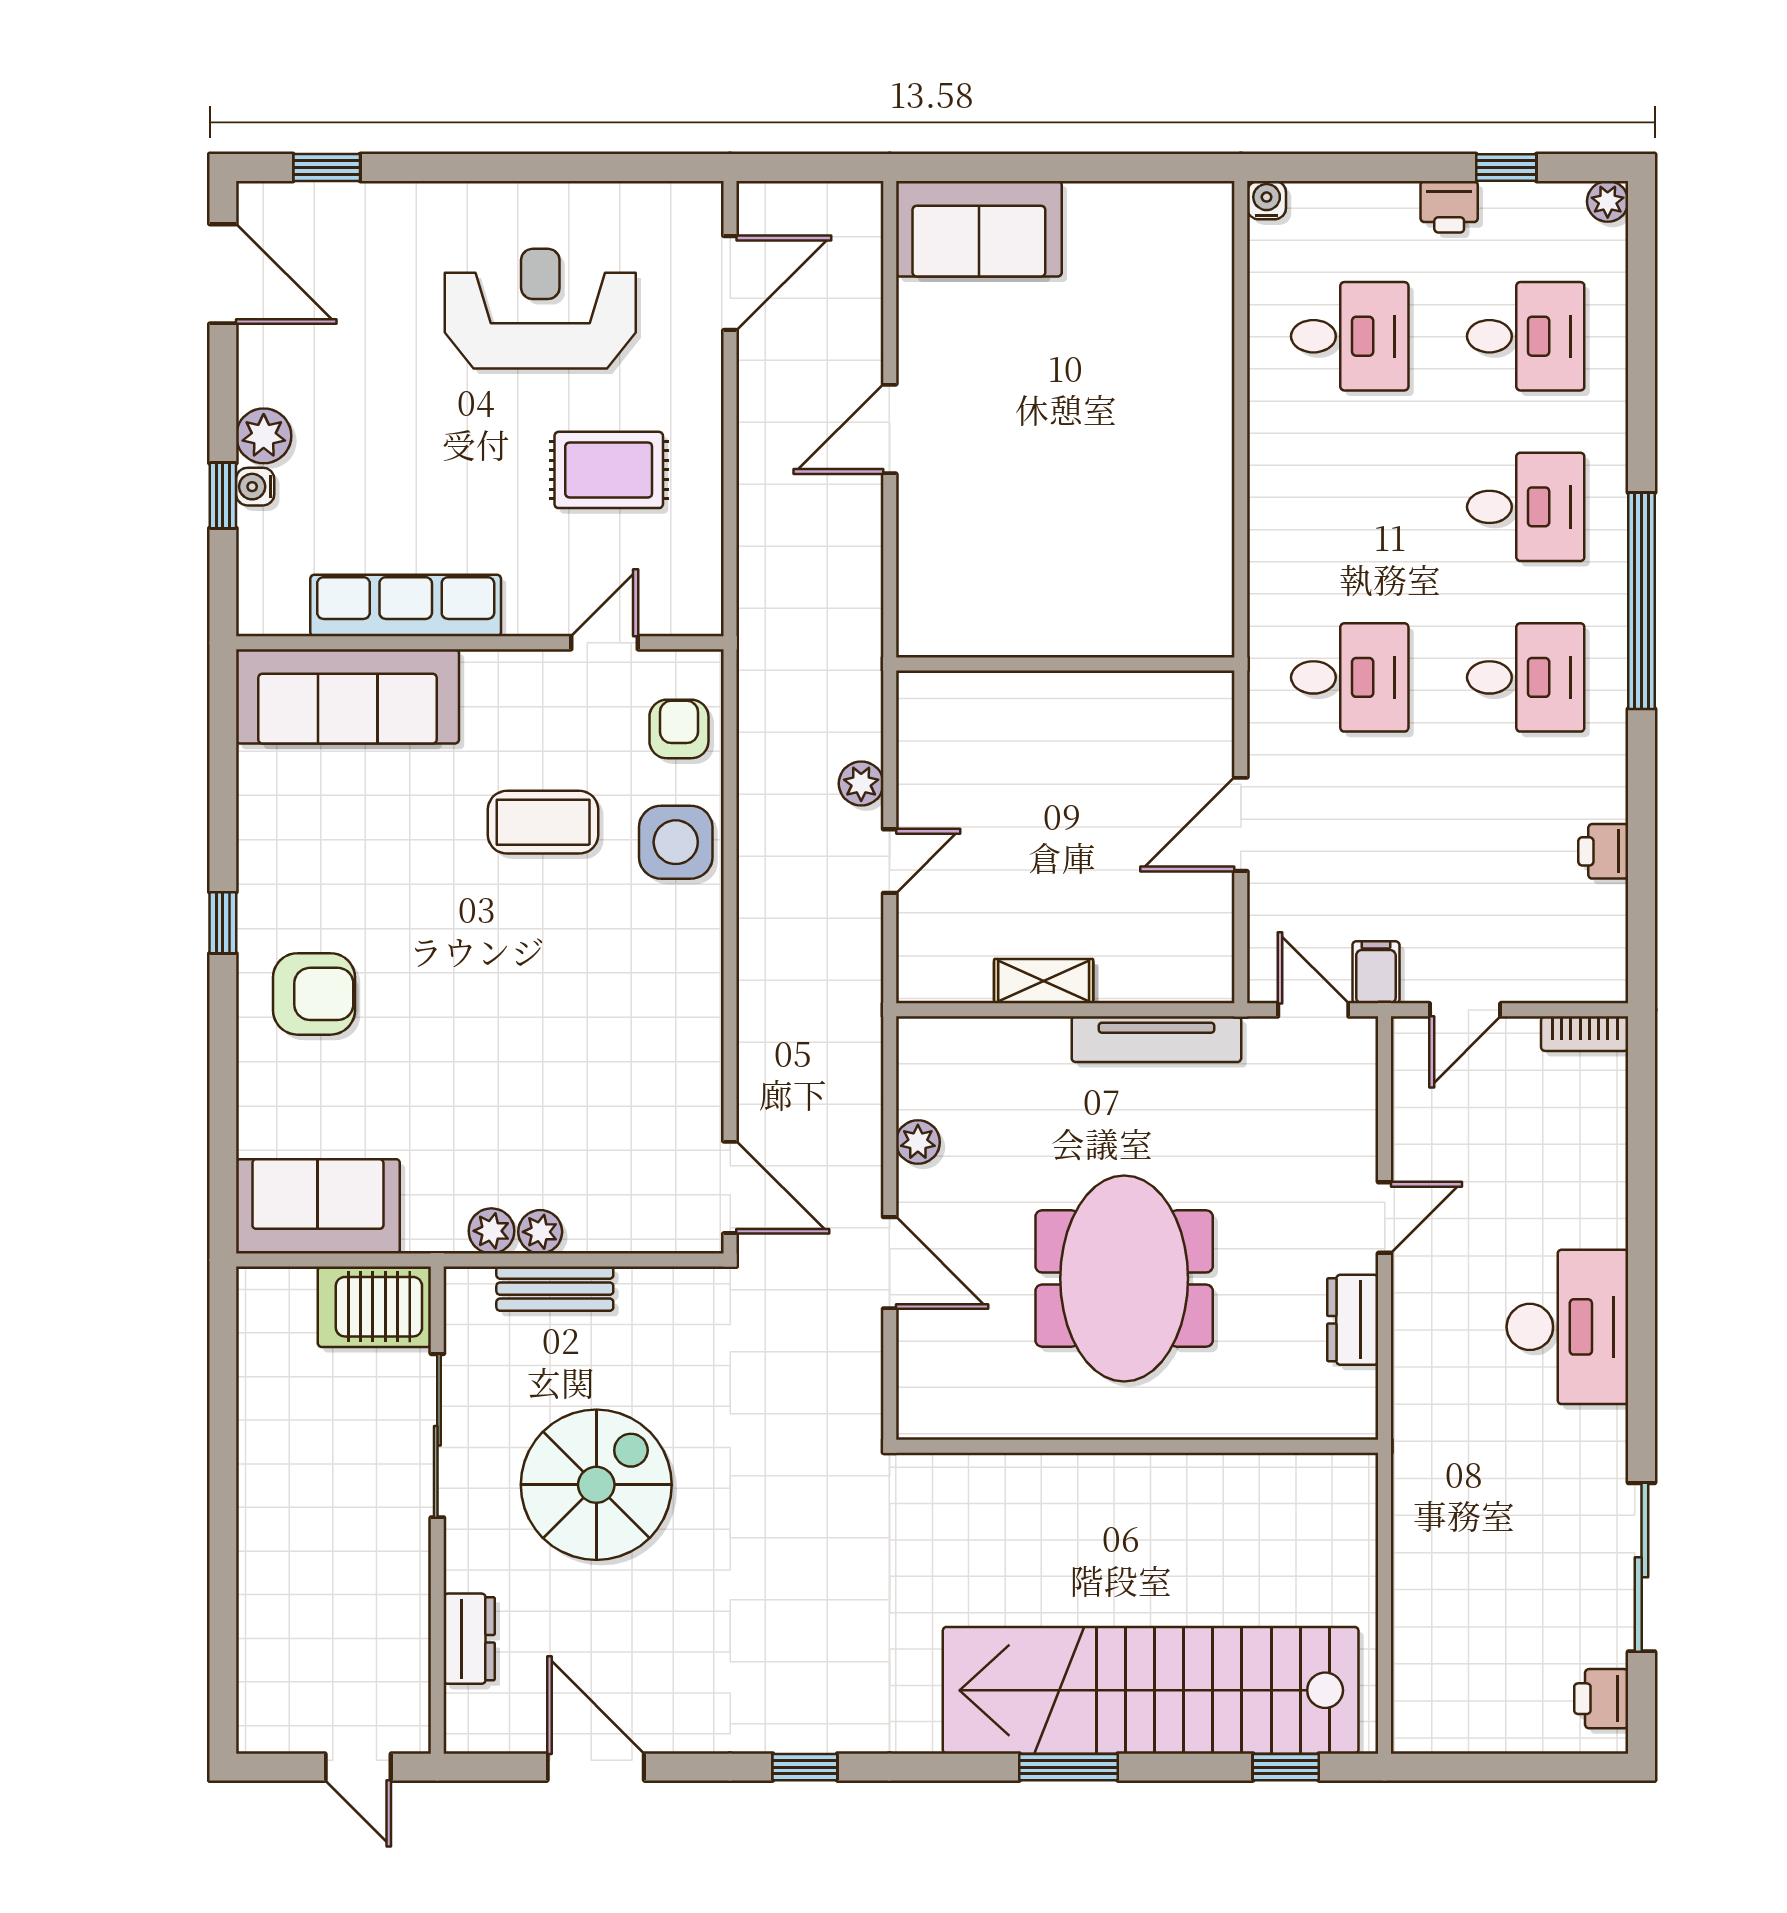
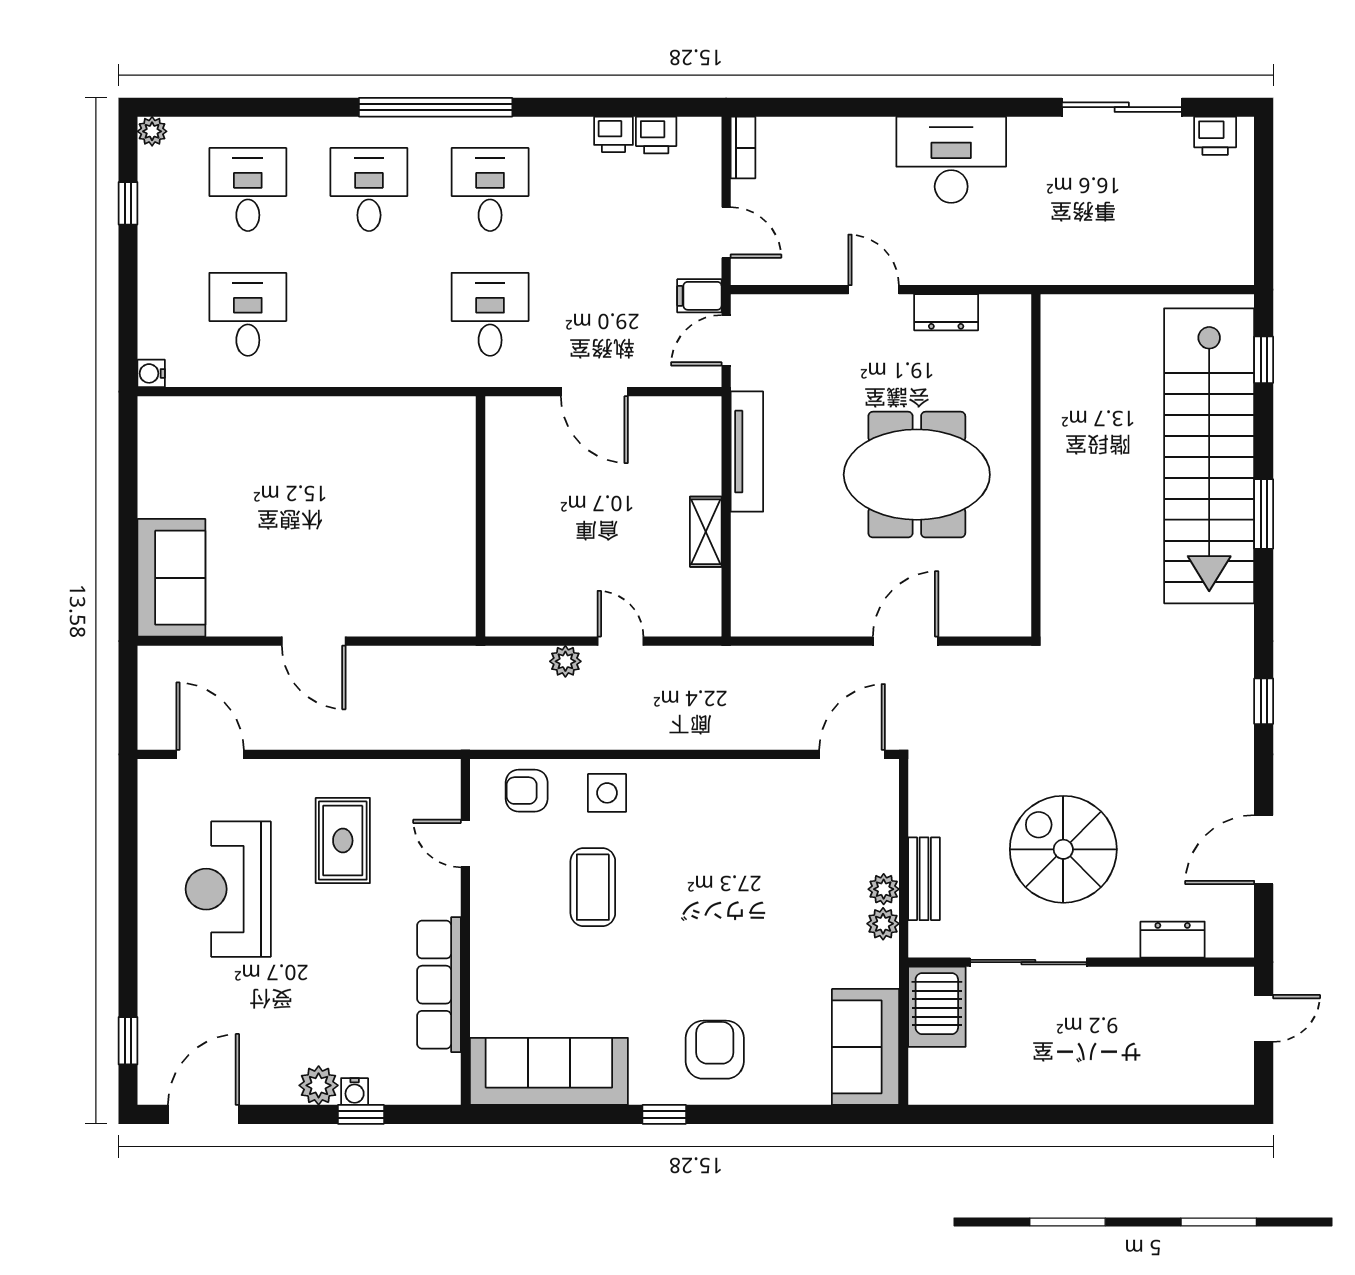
printer: (1449, 207) -> (656, 135), moved, turned 90
sofa: (348, 696) -> (549, 1071), moved, turned -90
side table: (676, 842) -> (607, 793), width x0.73, depth x0.73
plant: (918, 1142) -> (820, 621), removed

